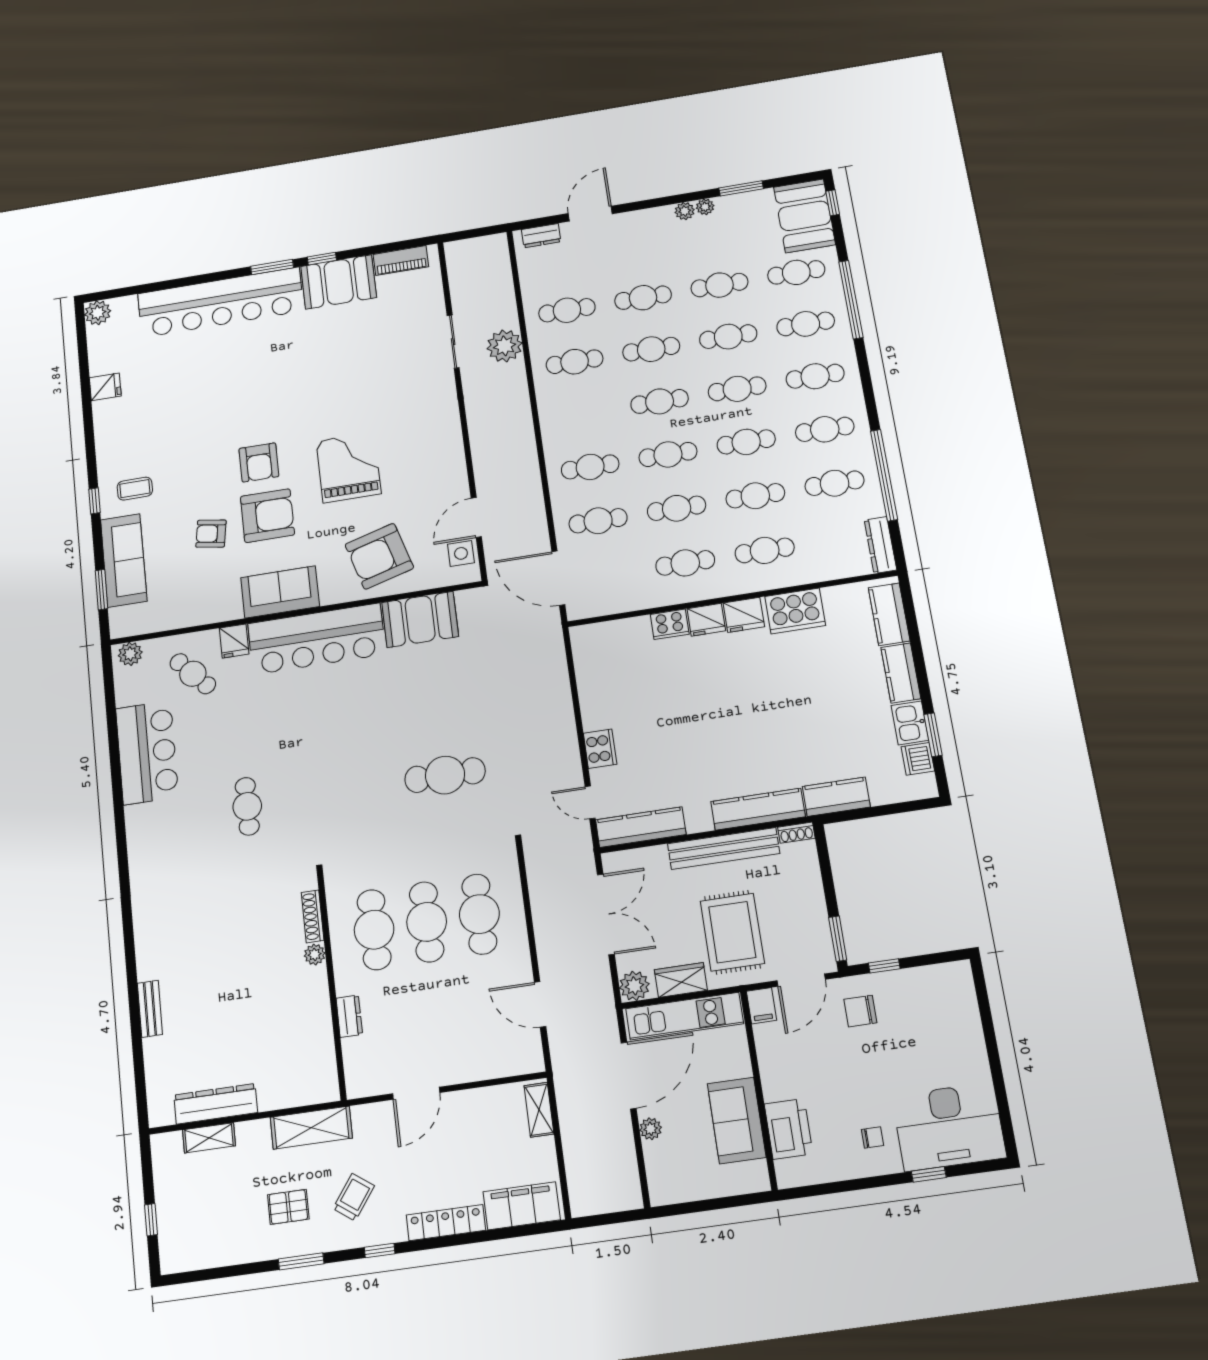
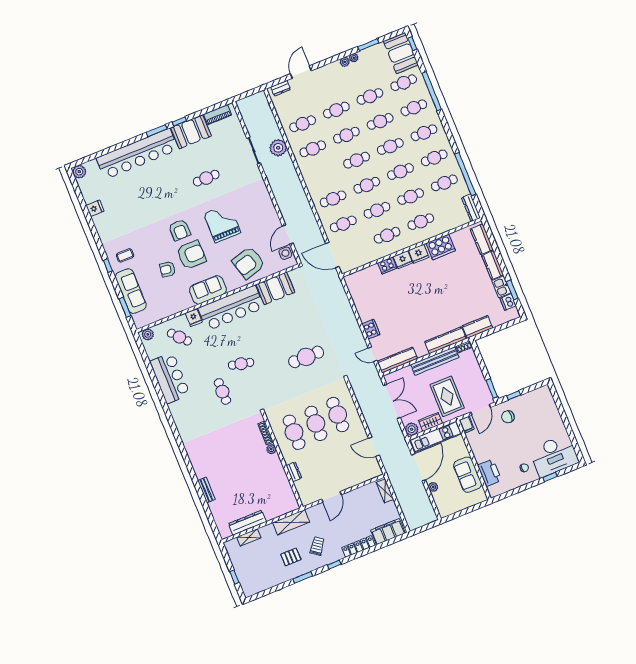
cafe table: (343, 375) -> (206, 178), added
cafe table: (304, 758) -> (241, 364), added

